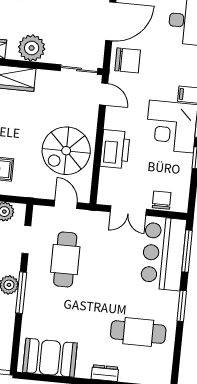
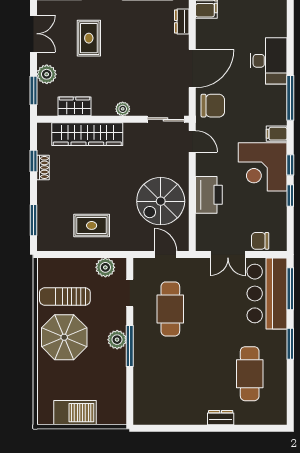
plant: (32, 48) -> (123, 109), width x0.53, depth x0.53
chair: (162, 200) -> (260, 241), turned -90
cafe table: (138, 332) -> (250, 374), turned 90
booth: (50, 358) -> (165, 408), removed

